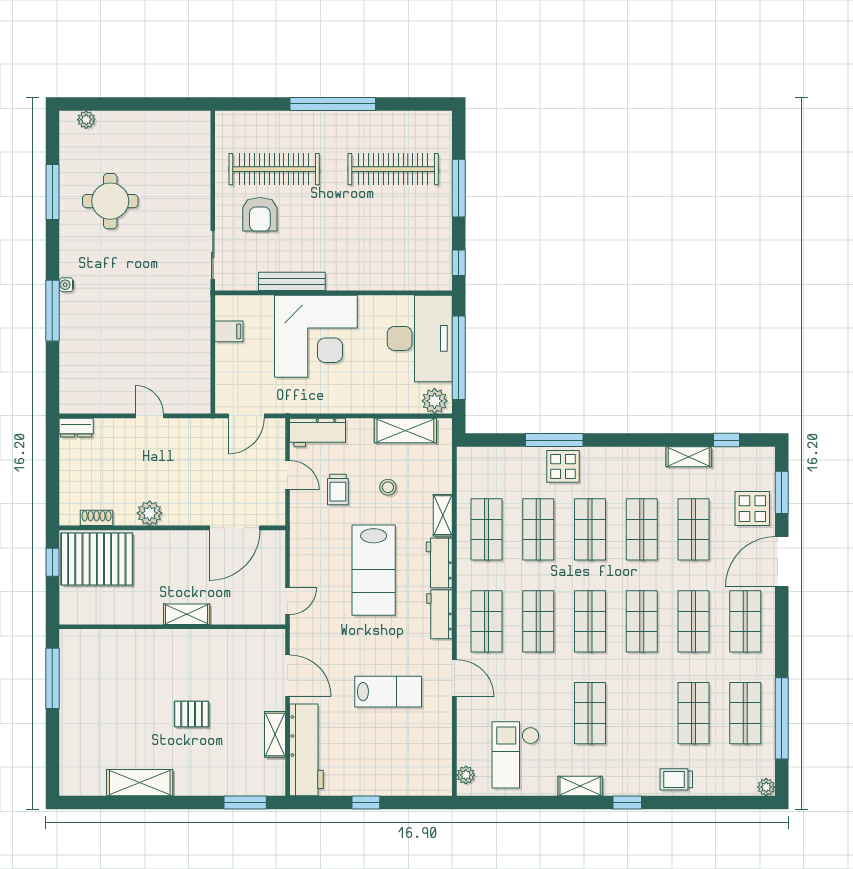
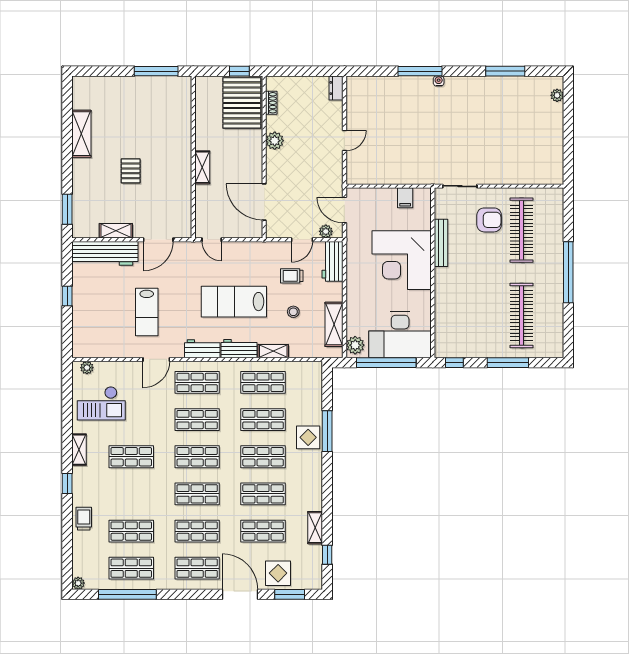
round table: (110, 201) -> (499, 113), removed
armchair: (260, 214) -> (489, 220), turned 180
plant: (276, 442) -> (326, 231), added
checkout: (516, 755) -> (101, 403), turned 180

